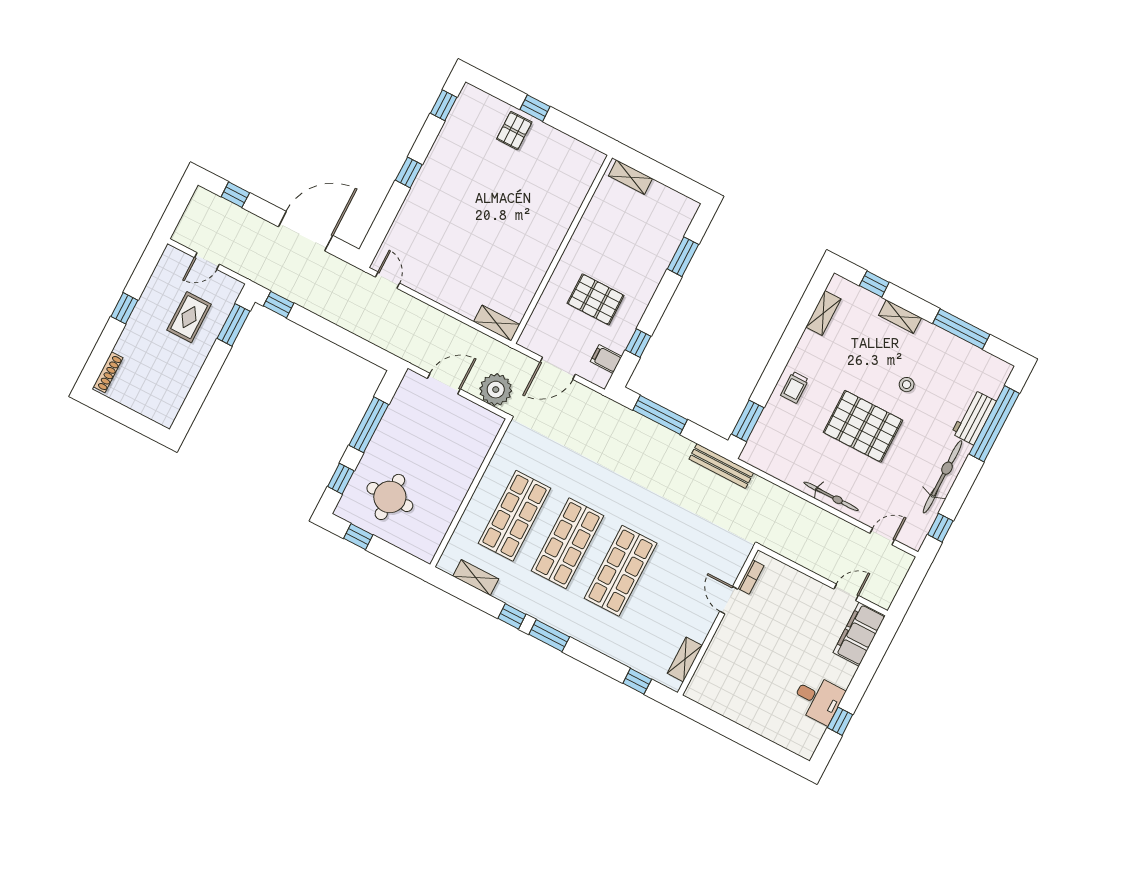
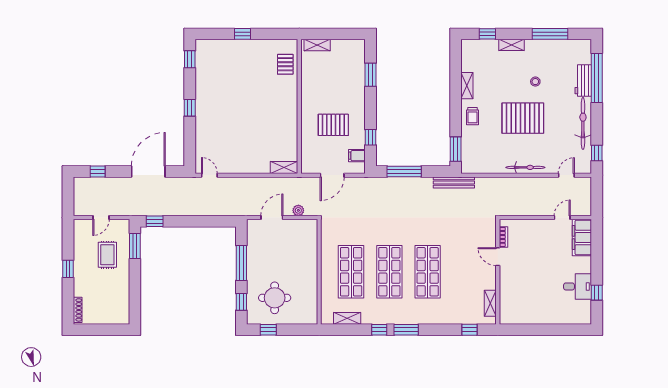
pallet: (514, 131) -> (285, 64), moved
shelving: (823, 313) -> (467, 86), moved
plant: (496, 390) -> (298, 210), width x0.53, depth x0.53

